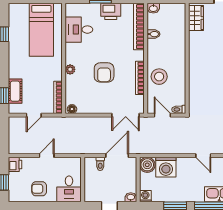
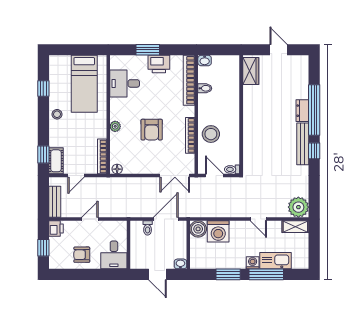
stool: (16, 58) -> (57, 114), added
cot: (15, 91) -> (56, 161), moved
bench: (14, 139) -> (55, 202), added
washing machine: (145, 196) -> (253, 263), moved

